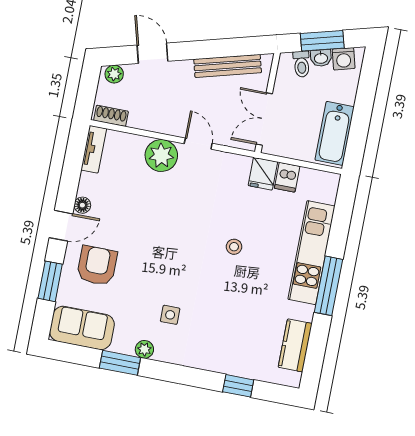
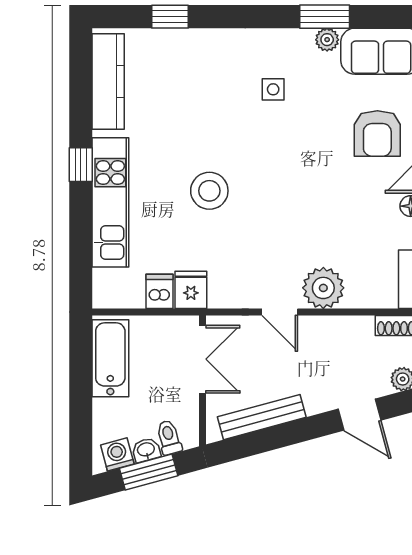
stool: (234, 247) -> (209, 191), width x1.89, depth x1.89
window: (328, 286) -> (81, 165), width x0.46
kitchen counter: (295, 345) -> (108, 81), width x1.50
plant: (144, 349) -> (327, 40), moved

